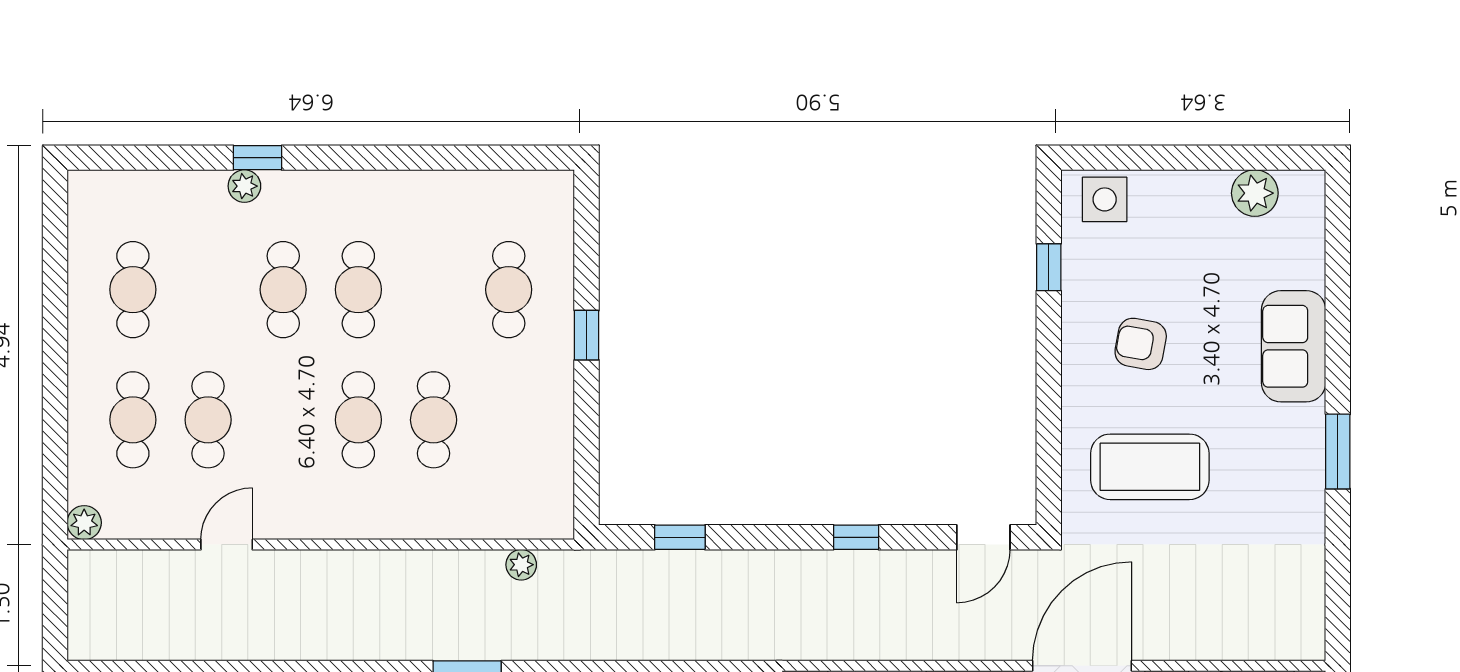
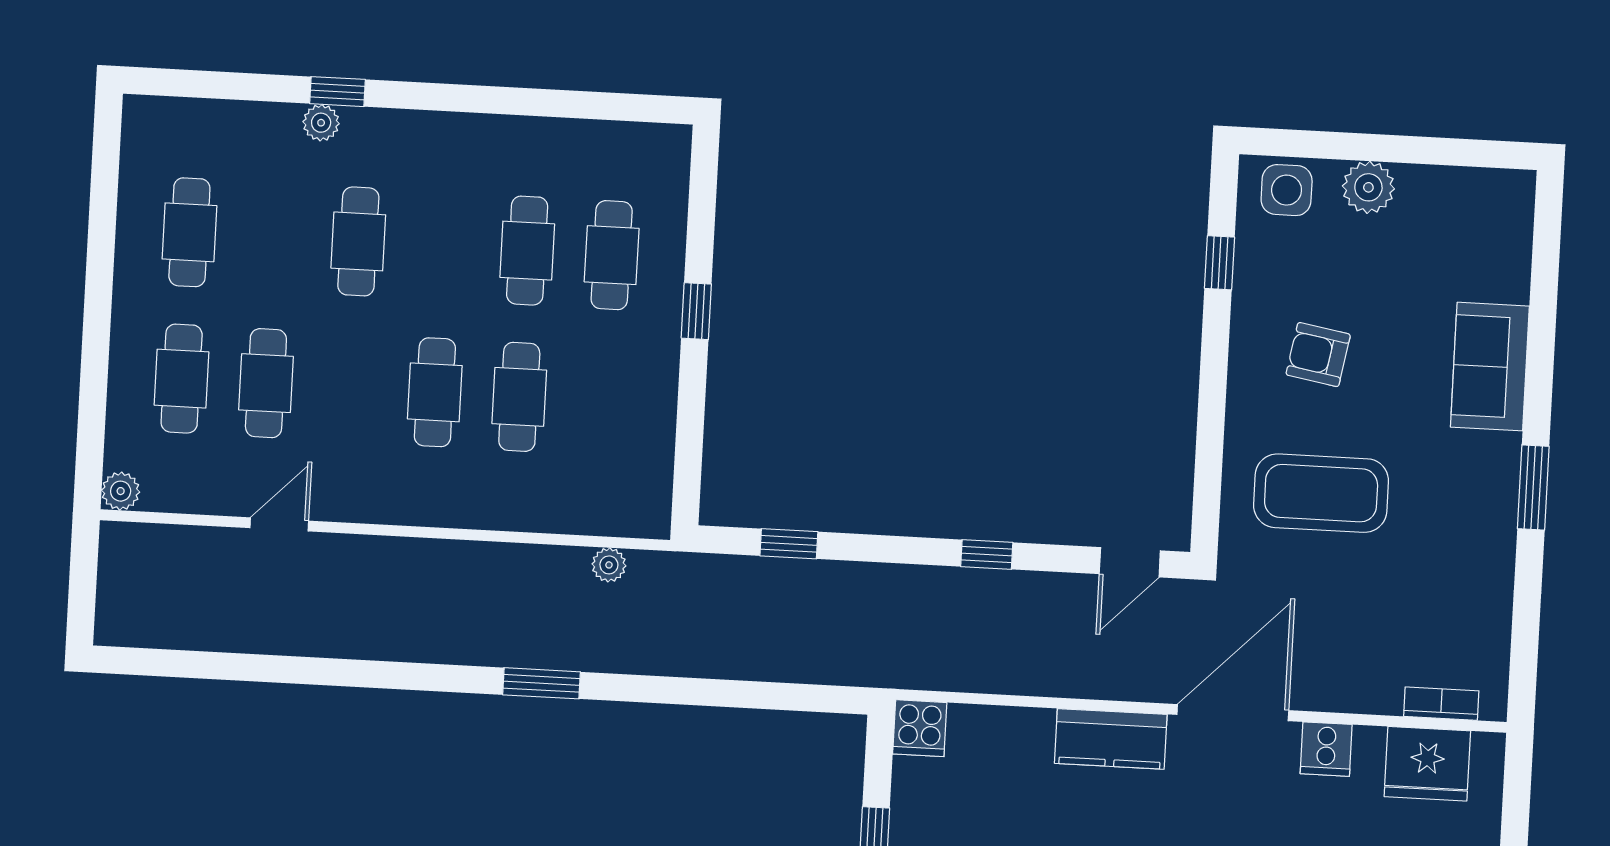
plant: (1255, 193) -> (1368, 187), moved
cafe table: (358, 290) -> (527, 251), moved
bookcase: (1267, 648) -> (1441, 704), added

